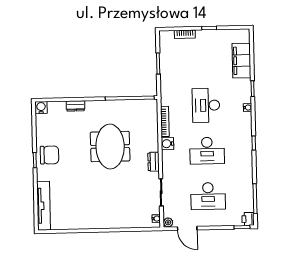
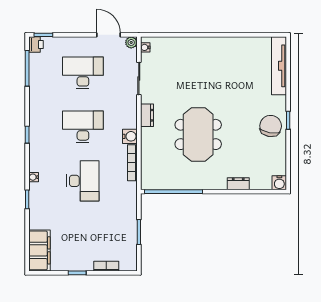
filing cabinet: (241, 61) -> (40, 250), moved
chair: (49, 155) -> (271, 126), turned 100

